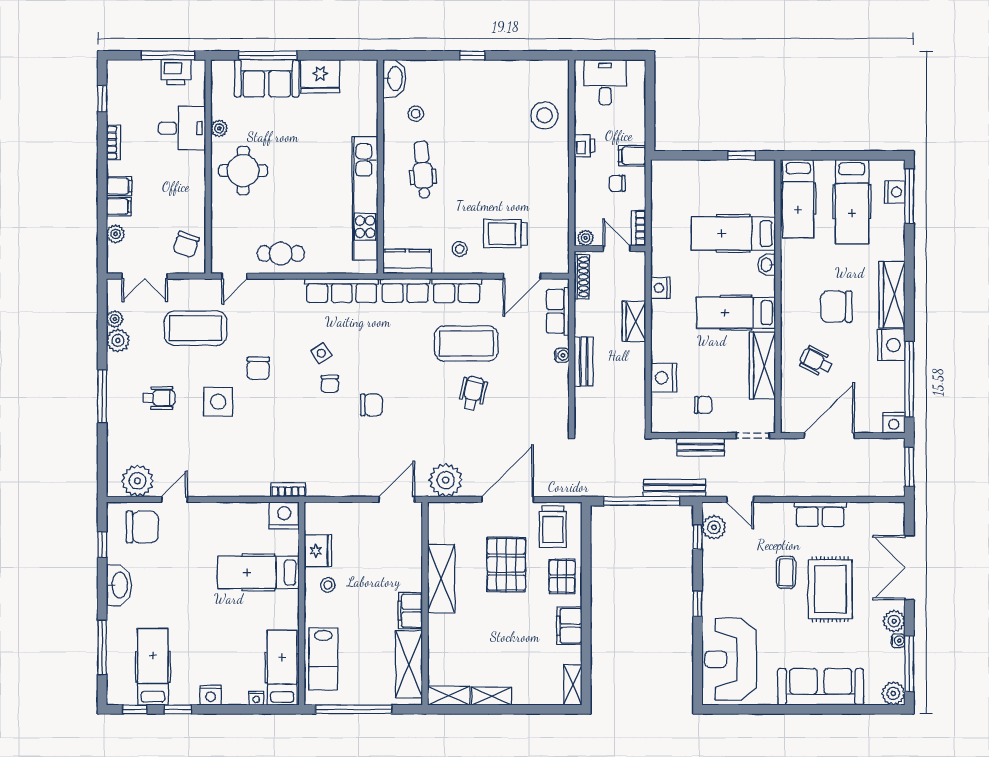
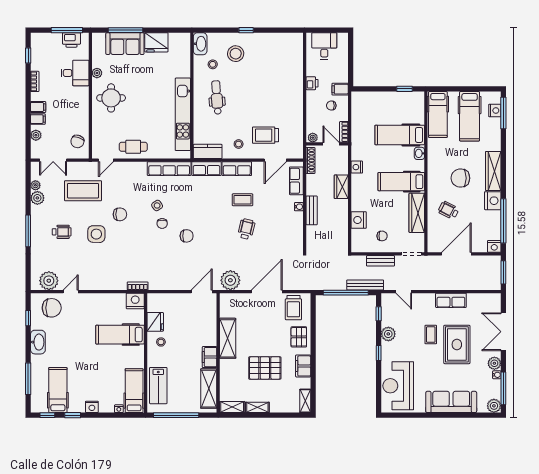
stool: (544, 115) -> (236, 54), moved
coffee table: (466, 343) -> (243, 200), width x0.54, depth x0.58
chair: (258, 368) -> (120, 214), turned -90
plant: (714, 527) -> (388, 334), moved
pallet: (506, 564) -> (265, 368), moved, turned 90

